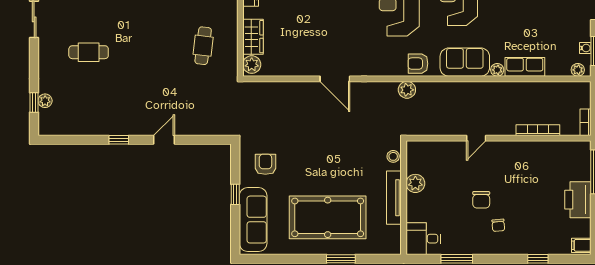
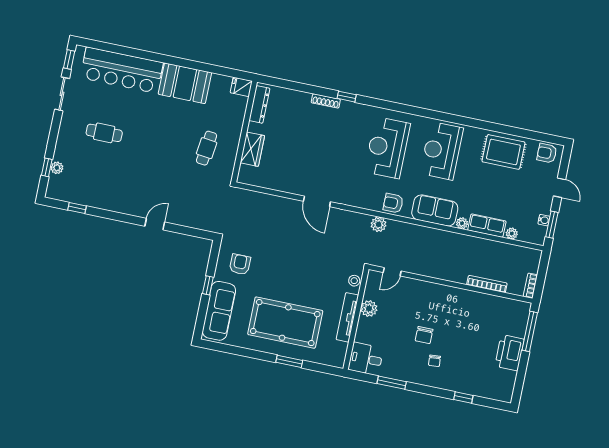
plant: (252, 65) -> (246, 174), removed
plant: (578, 70) -> (512, 233), moved
door: (476, 138) -> (392, 272), moved
window: (119, 140) -> (77, 208), moved
filing cabinet: (581, 245) -> (504, 394), removed

